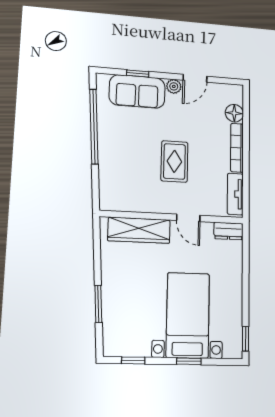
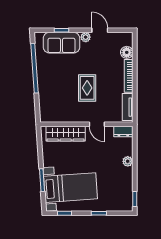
door: (195, 78) -> (100, 30), swing flipped
plant: (235, 278) -> (128, 161), added
bed with nightstands: (188, 315) -> (71, 188), moved, turned 86

